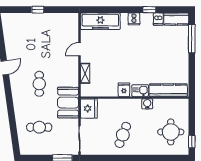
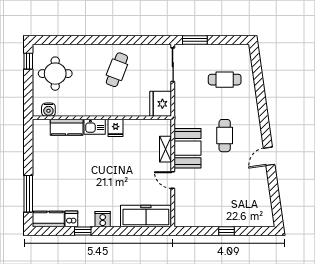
door: (79, 49) -> (173, 180), swing flipped
kitchen counter: (168, 90) -> (67, 127), width x0.67
booth: (68, 103) -> (188, 148), moved
water cooler: (147, 104) -> (48, 110), moved

